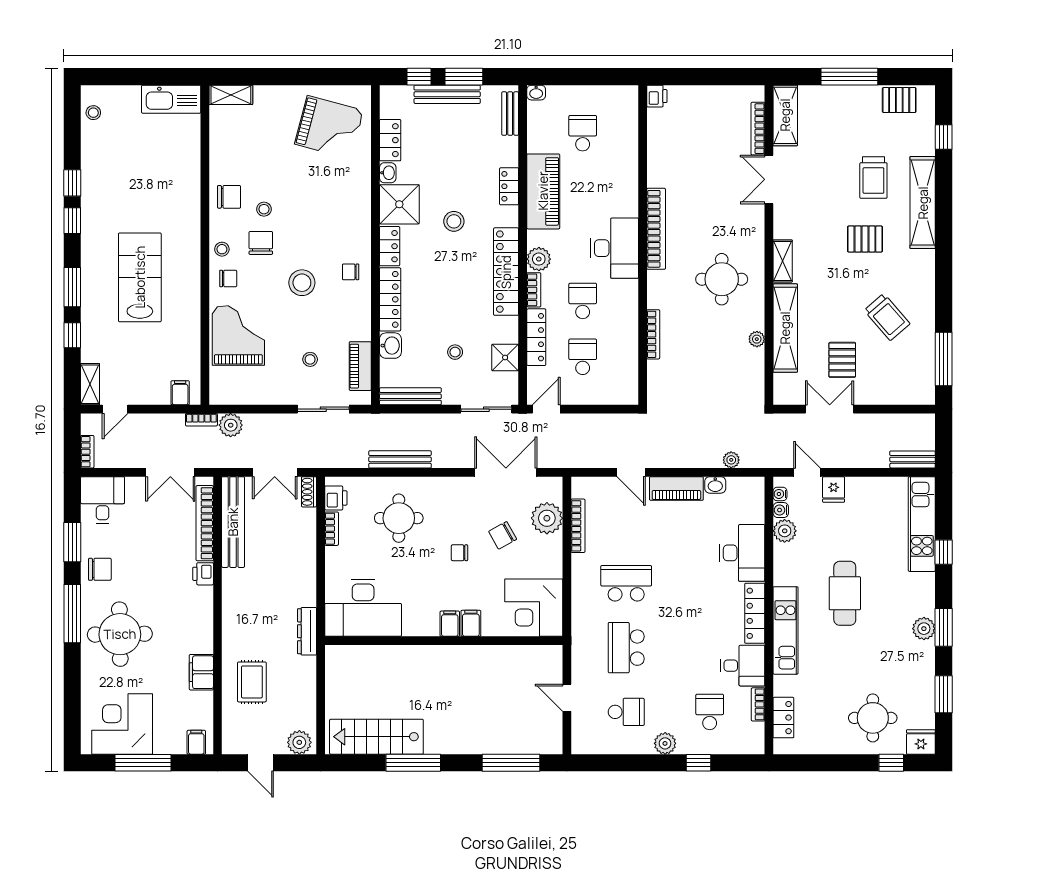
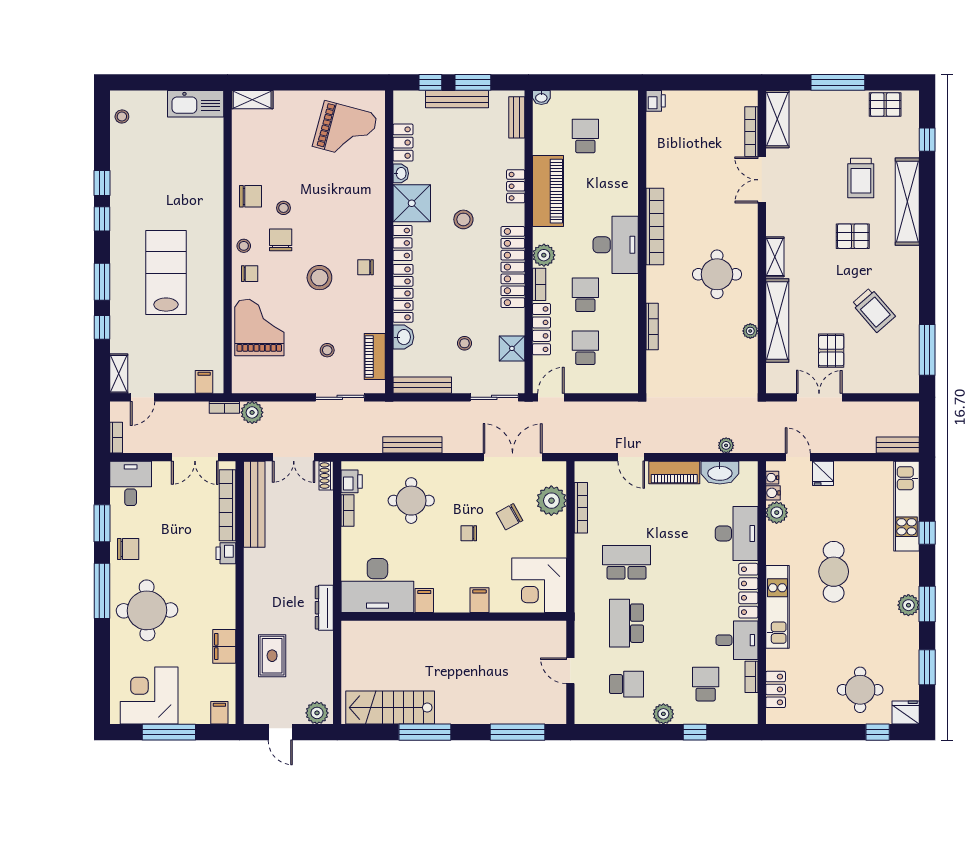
washbasin: (715, 485) -> (720, 473), width x1.91, depth x1.45
filing cabinet: (450, 624) -> (424, 601), moved

